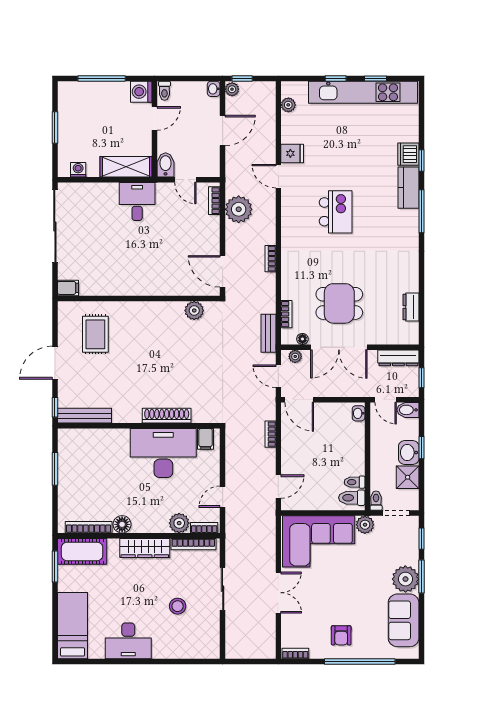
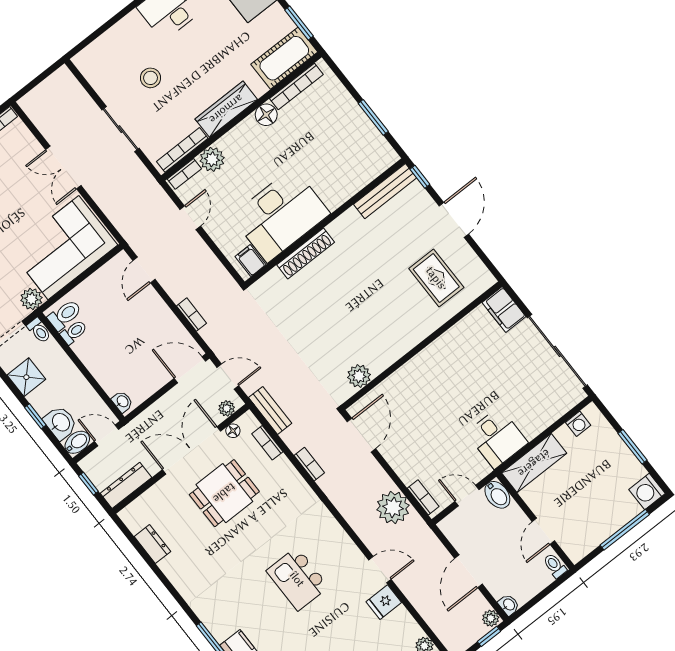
washing machine: (141, 92) -> (647, 491), moved, turned 180
bookcase: (270, 259) -> (309, 464), moved
door: (223, 271) -> (361, 435), hinge flipped
filing cabinet: (68, 288) -> (504, 310), width x2.00
washbasin: (409, 453) -> (60, 423), moved

